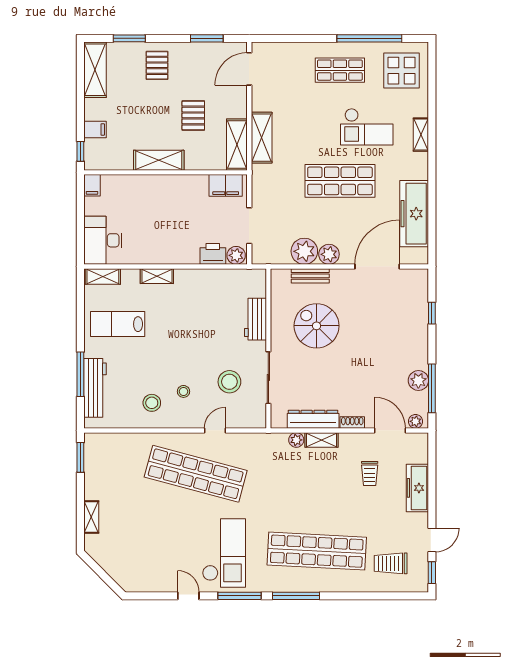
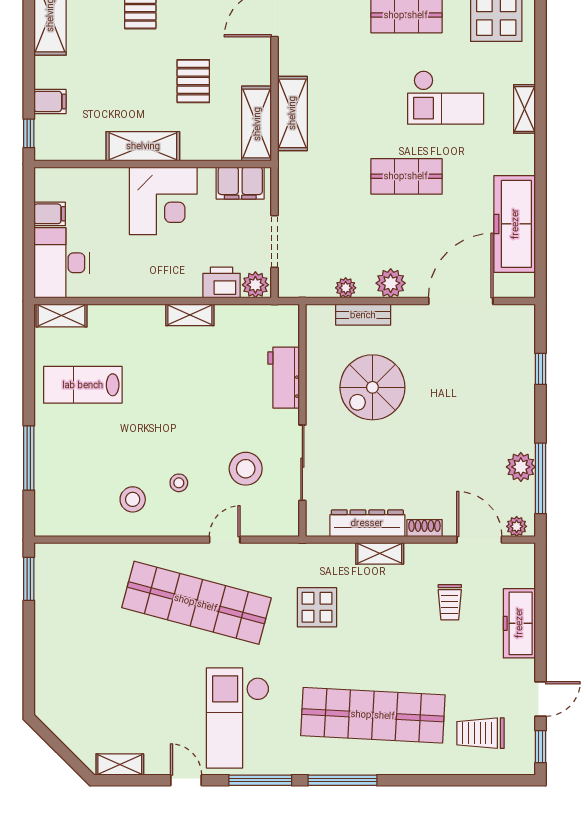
shop shelf: (340, 181) -> (406, 176), width x0.70, depth x0.74
filing cabinet: (92, 185) -> (50, 214), moved, turned -90
corner desk: (173, 198) -> (163, 201), added
plant: (304, 251) -> (346, 288), width x0.53, depth x0.53
shelving: (157, 276) -> (190, 315), moved
spiral stairs: (317, 326) -> (372, 387), turned -90
workbench: (95, 388) -> (50, 478), removed
plant: (296, 440) -> (343, 553), removed
display table: (278, 477) -> (317, 607), added
shelving: (91, 517) -> (120, 764), moved, turned 90
checkout: (224, 553) -> (238, 718), turned 180

